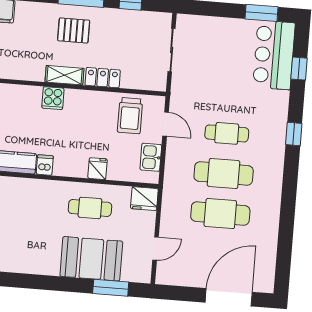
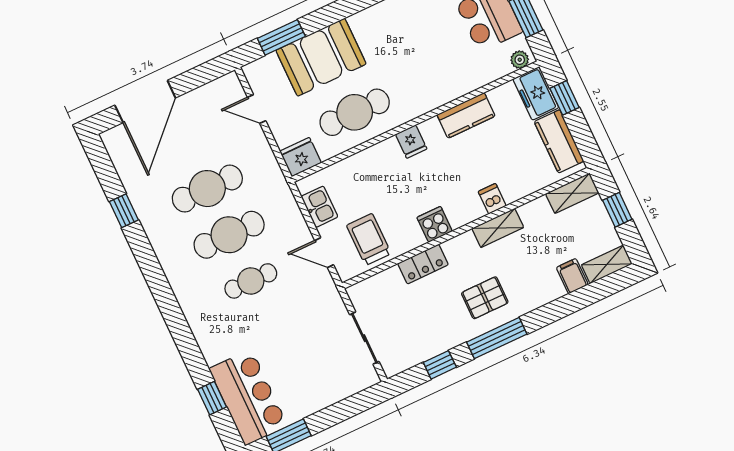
shelving: (64, 75) -> (498, 228), moved
cooker: (53, 98) -> (435, 224), moved
window: (294, 134) -> (124, 211), moved
dishwasher: (45, 165) -> (492, 199), moved, turned 180
fridge: (98, 169) -> (411, 142), moved
cafe table: (90, 208) -> (355, 112), width x1.37, depth x1.35
door: (156, 249) -> (257, 109), hinge flipped

